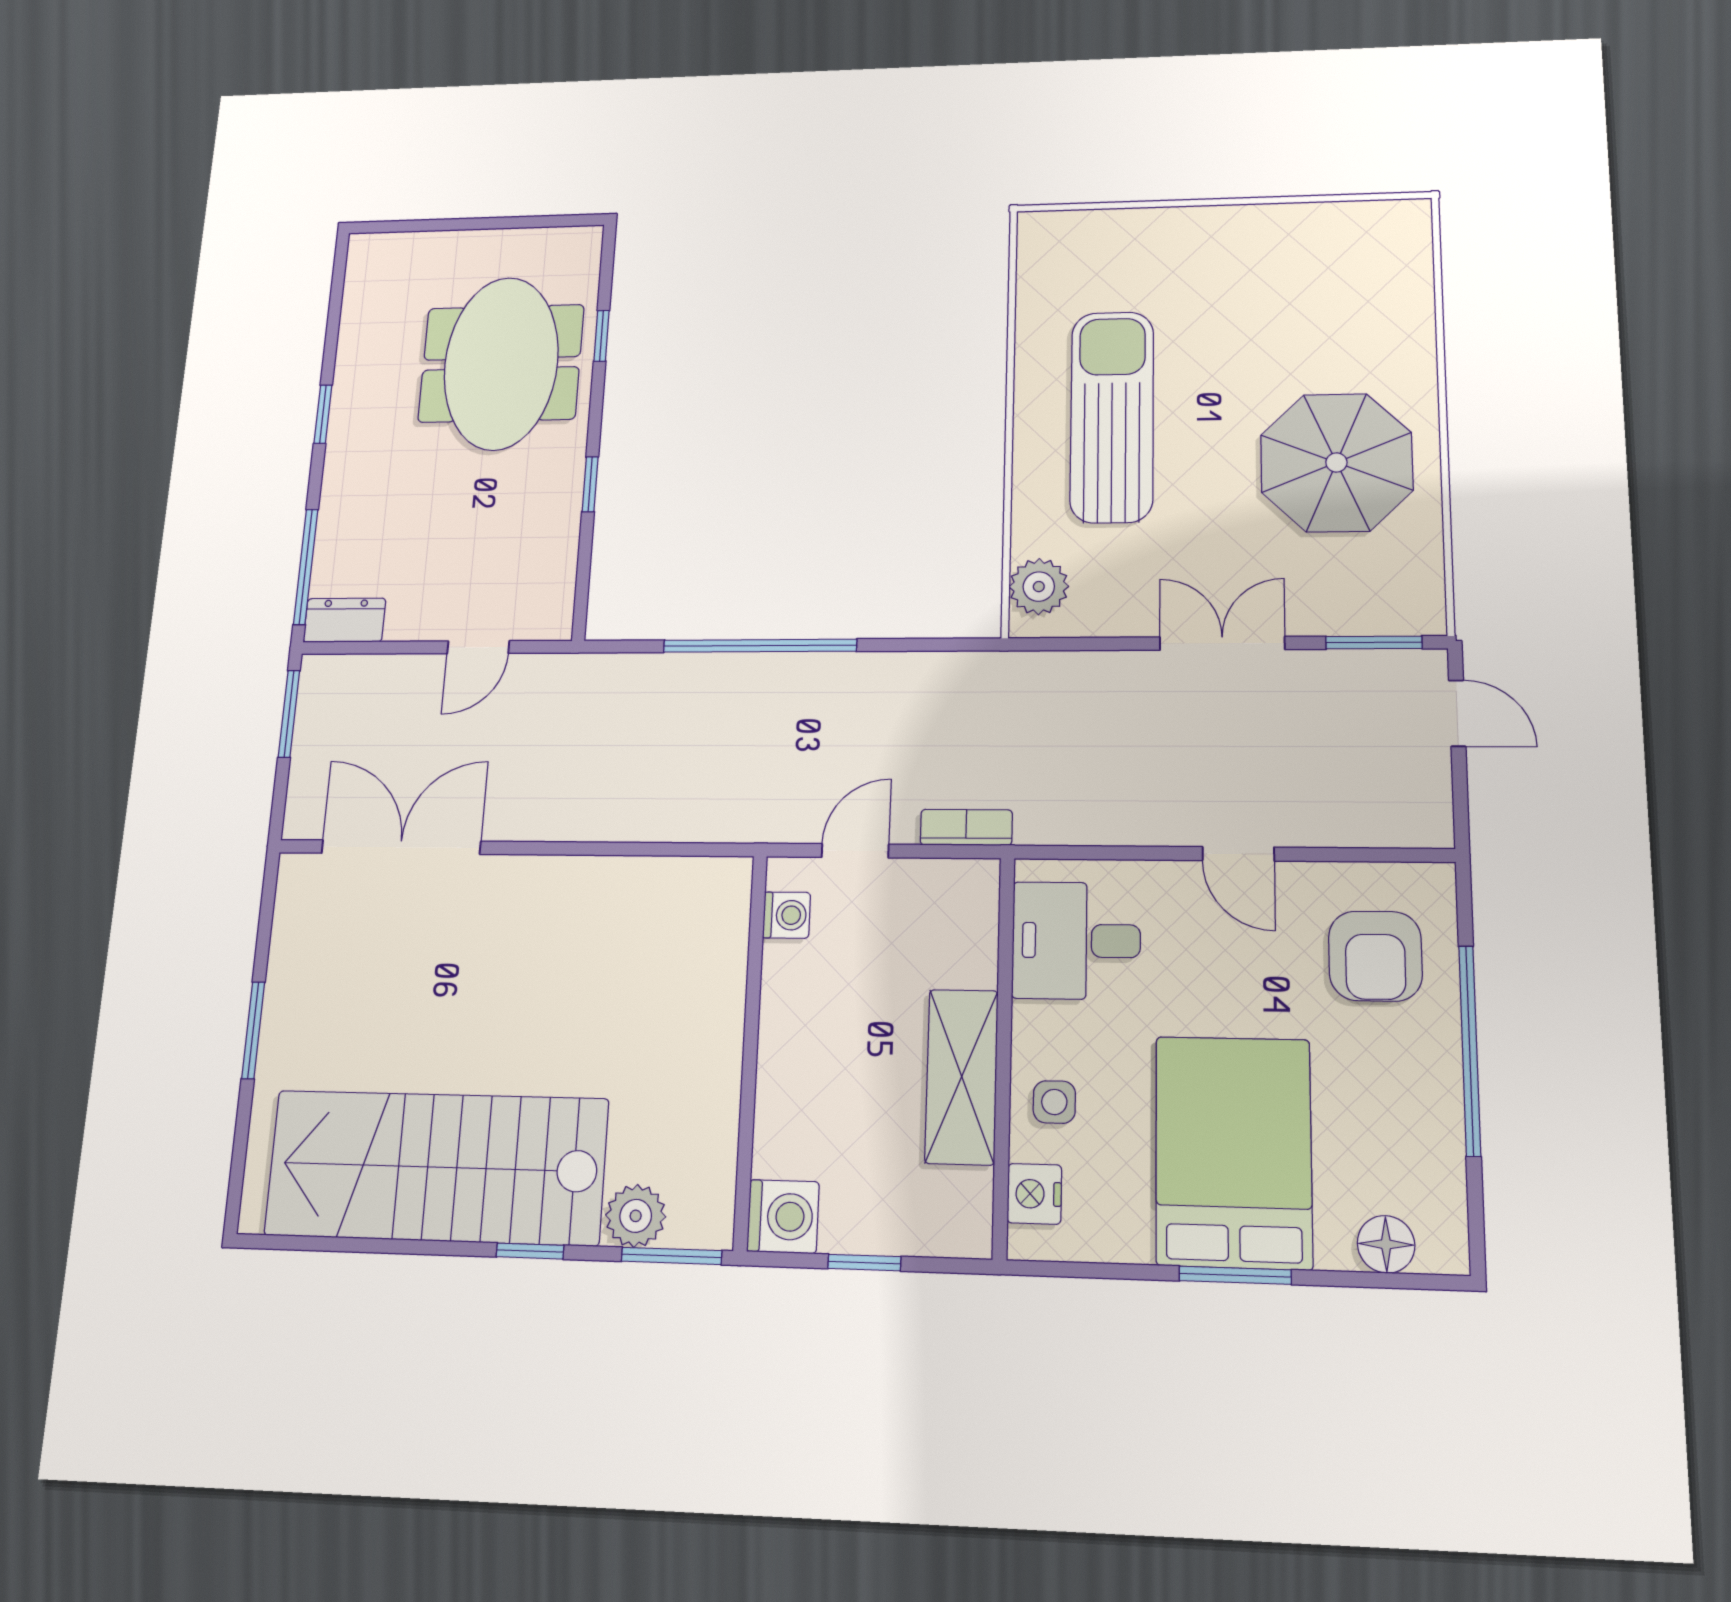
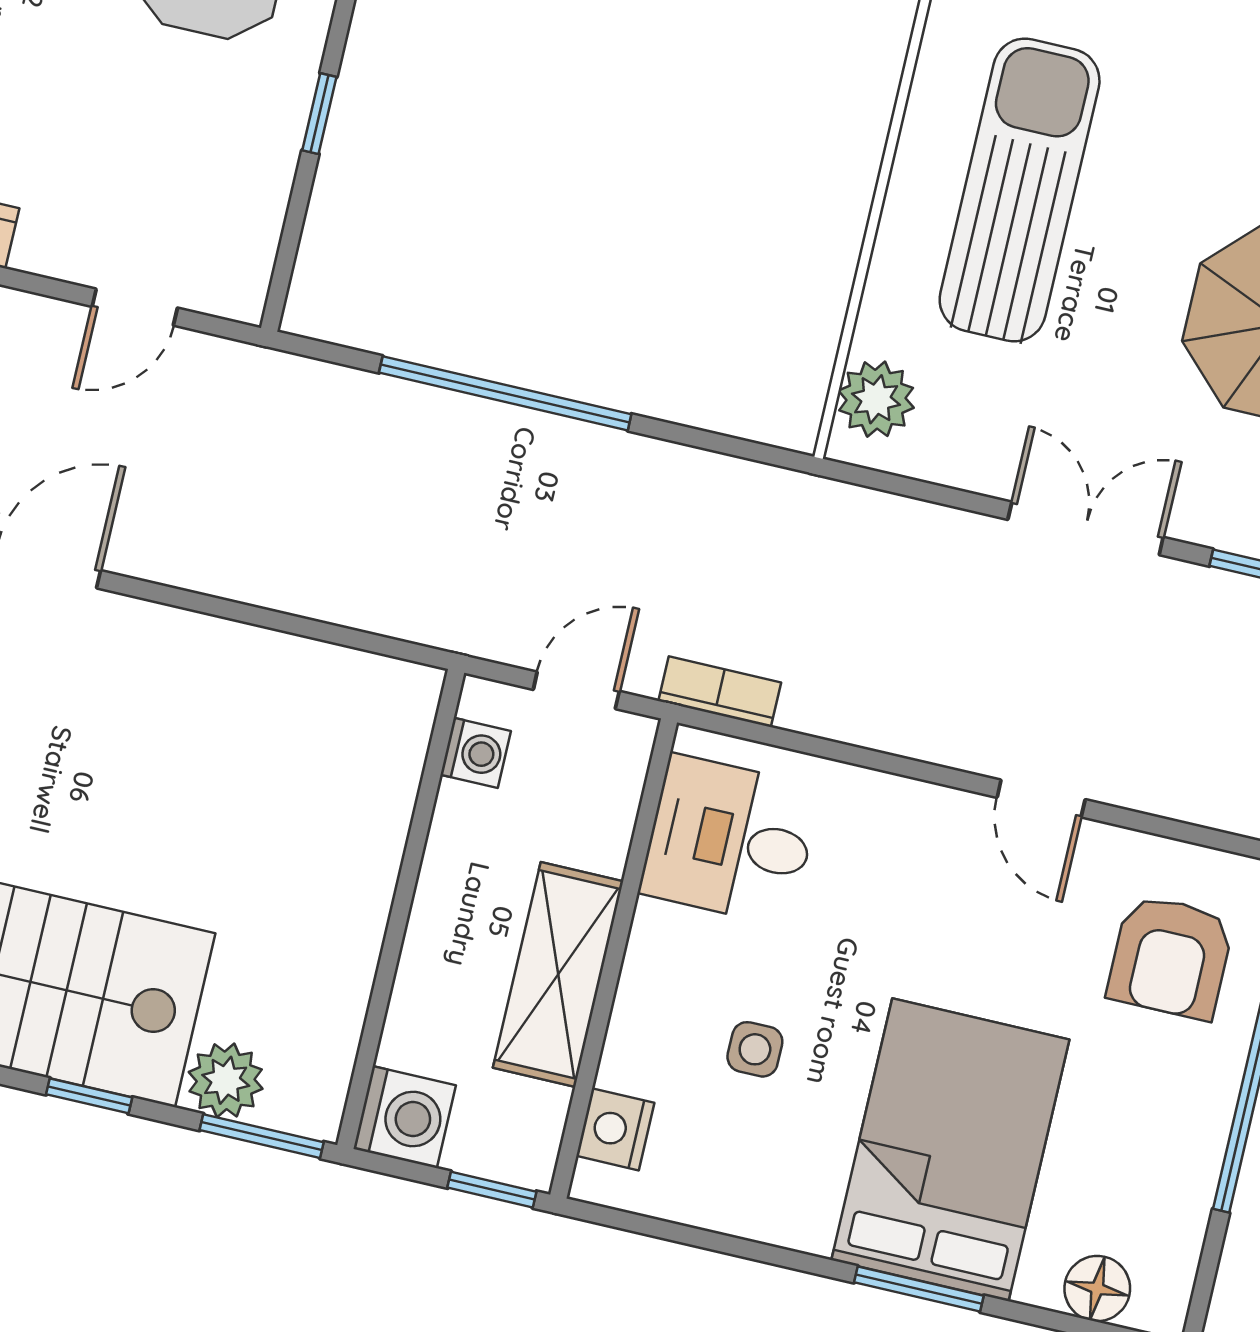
desk: (1076, 941) -> (730, 840), moved
wall: (1004, 1054) -> (614, 959), moved
shelving: (962, 1077) -> (558, 974), moved
nightstand: (1034, 1194) -> (615, 1129), moved

